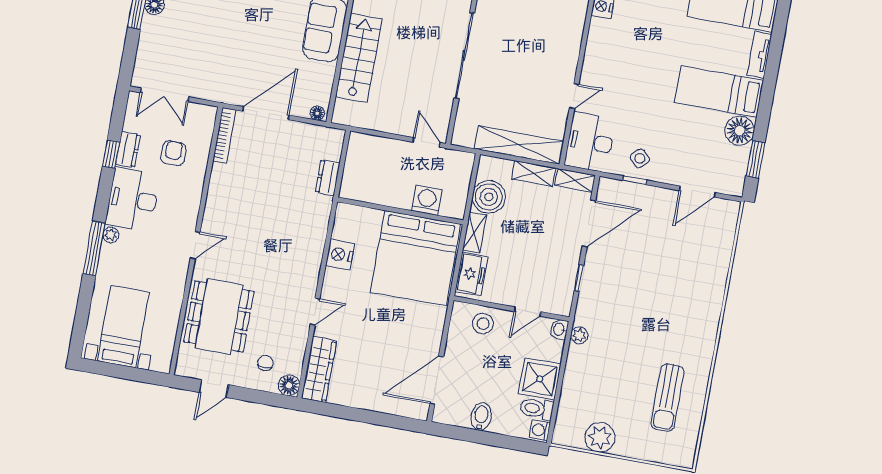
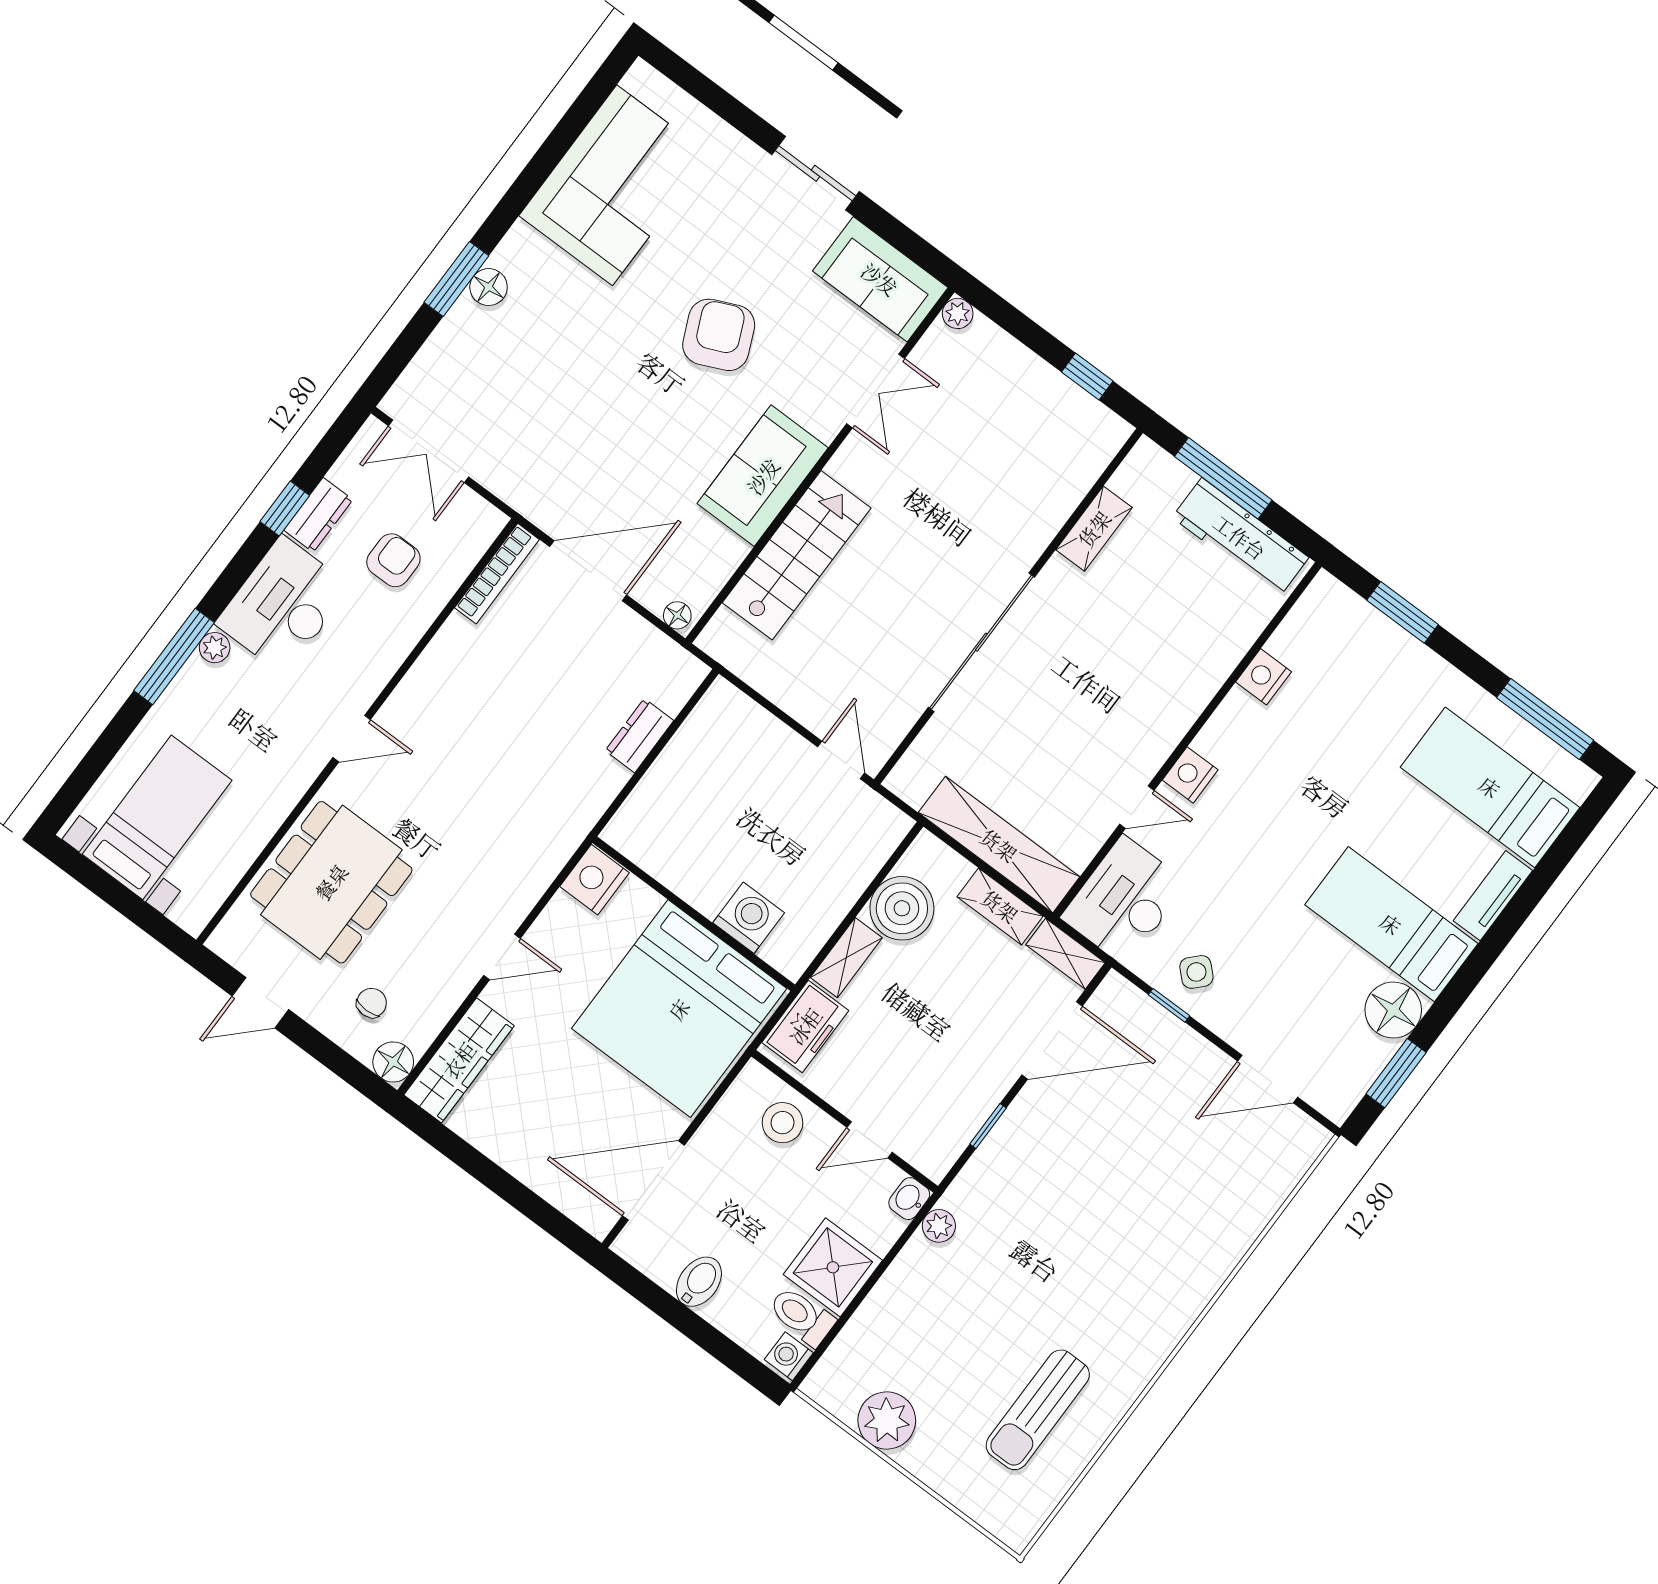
nightstand: (591, 69) -> (1190, 775), added
washing machine: (427, 200) -> (749, 918), moved
wall: (400, 211) -> (694, 914), moved
bed: (416, 258) -> (679, 1009), moved

